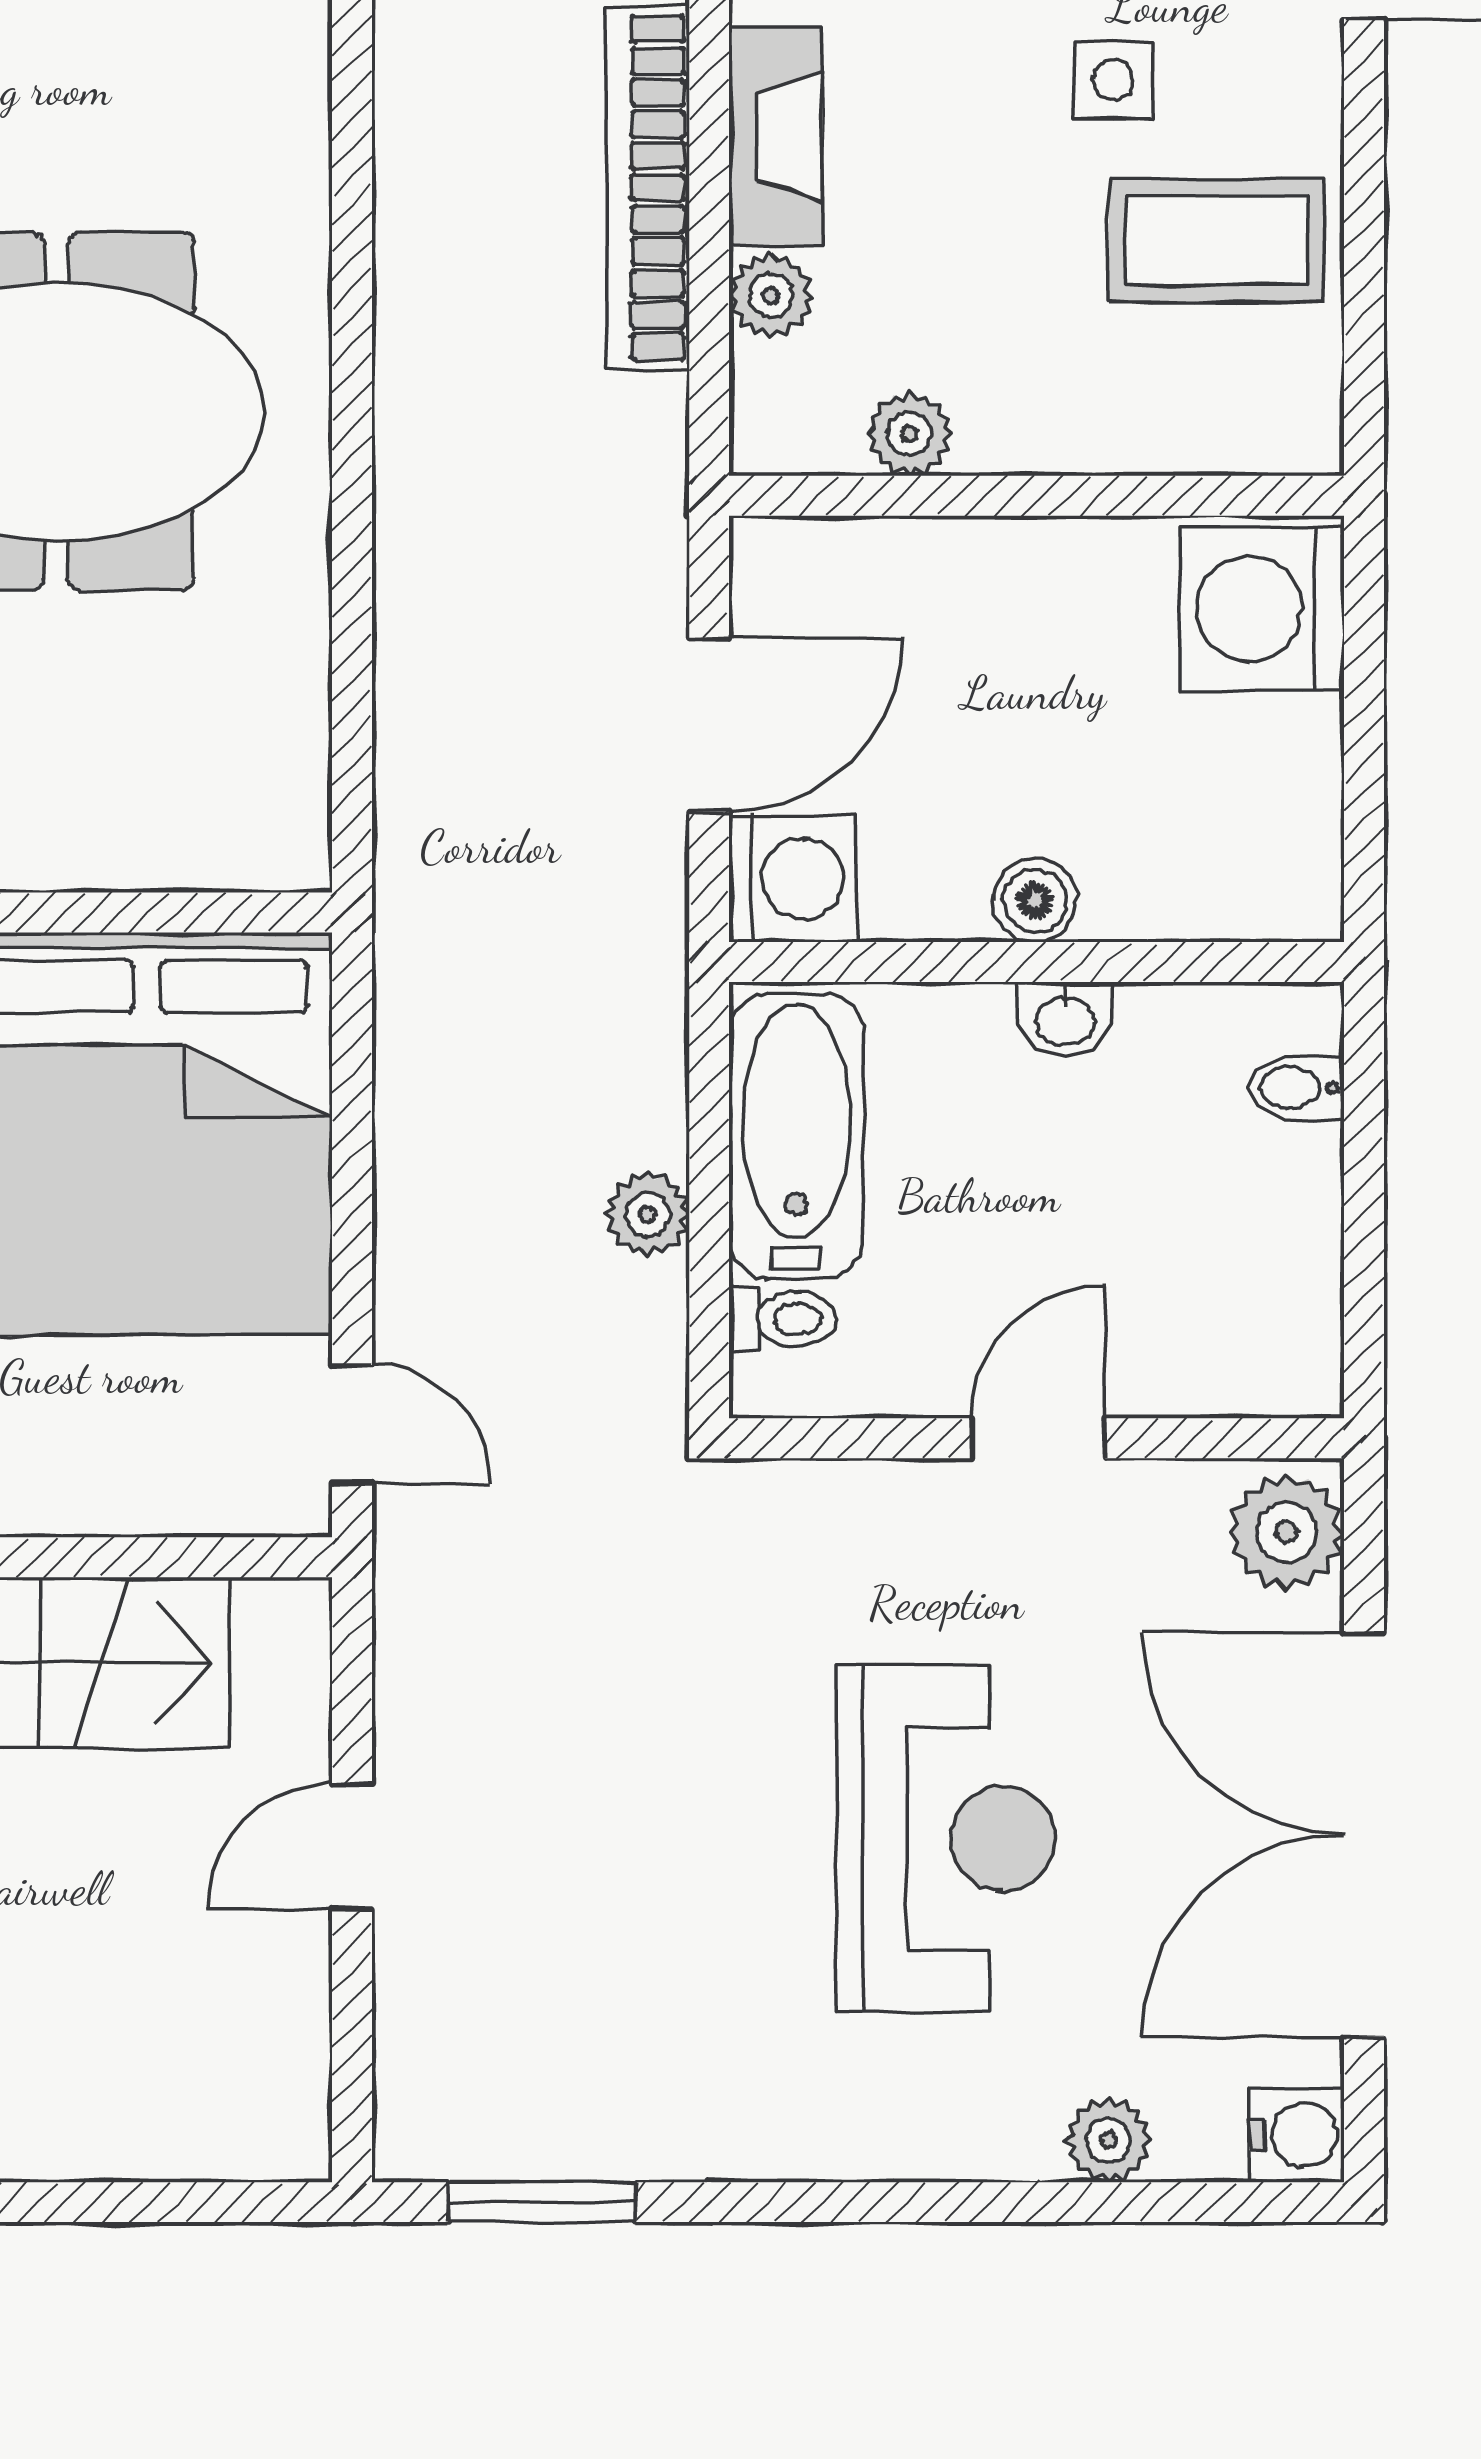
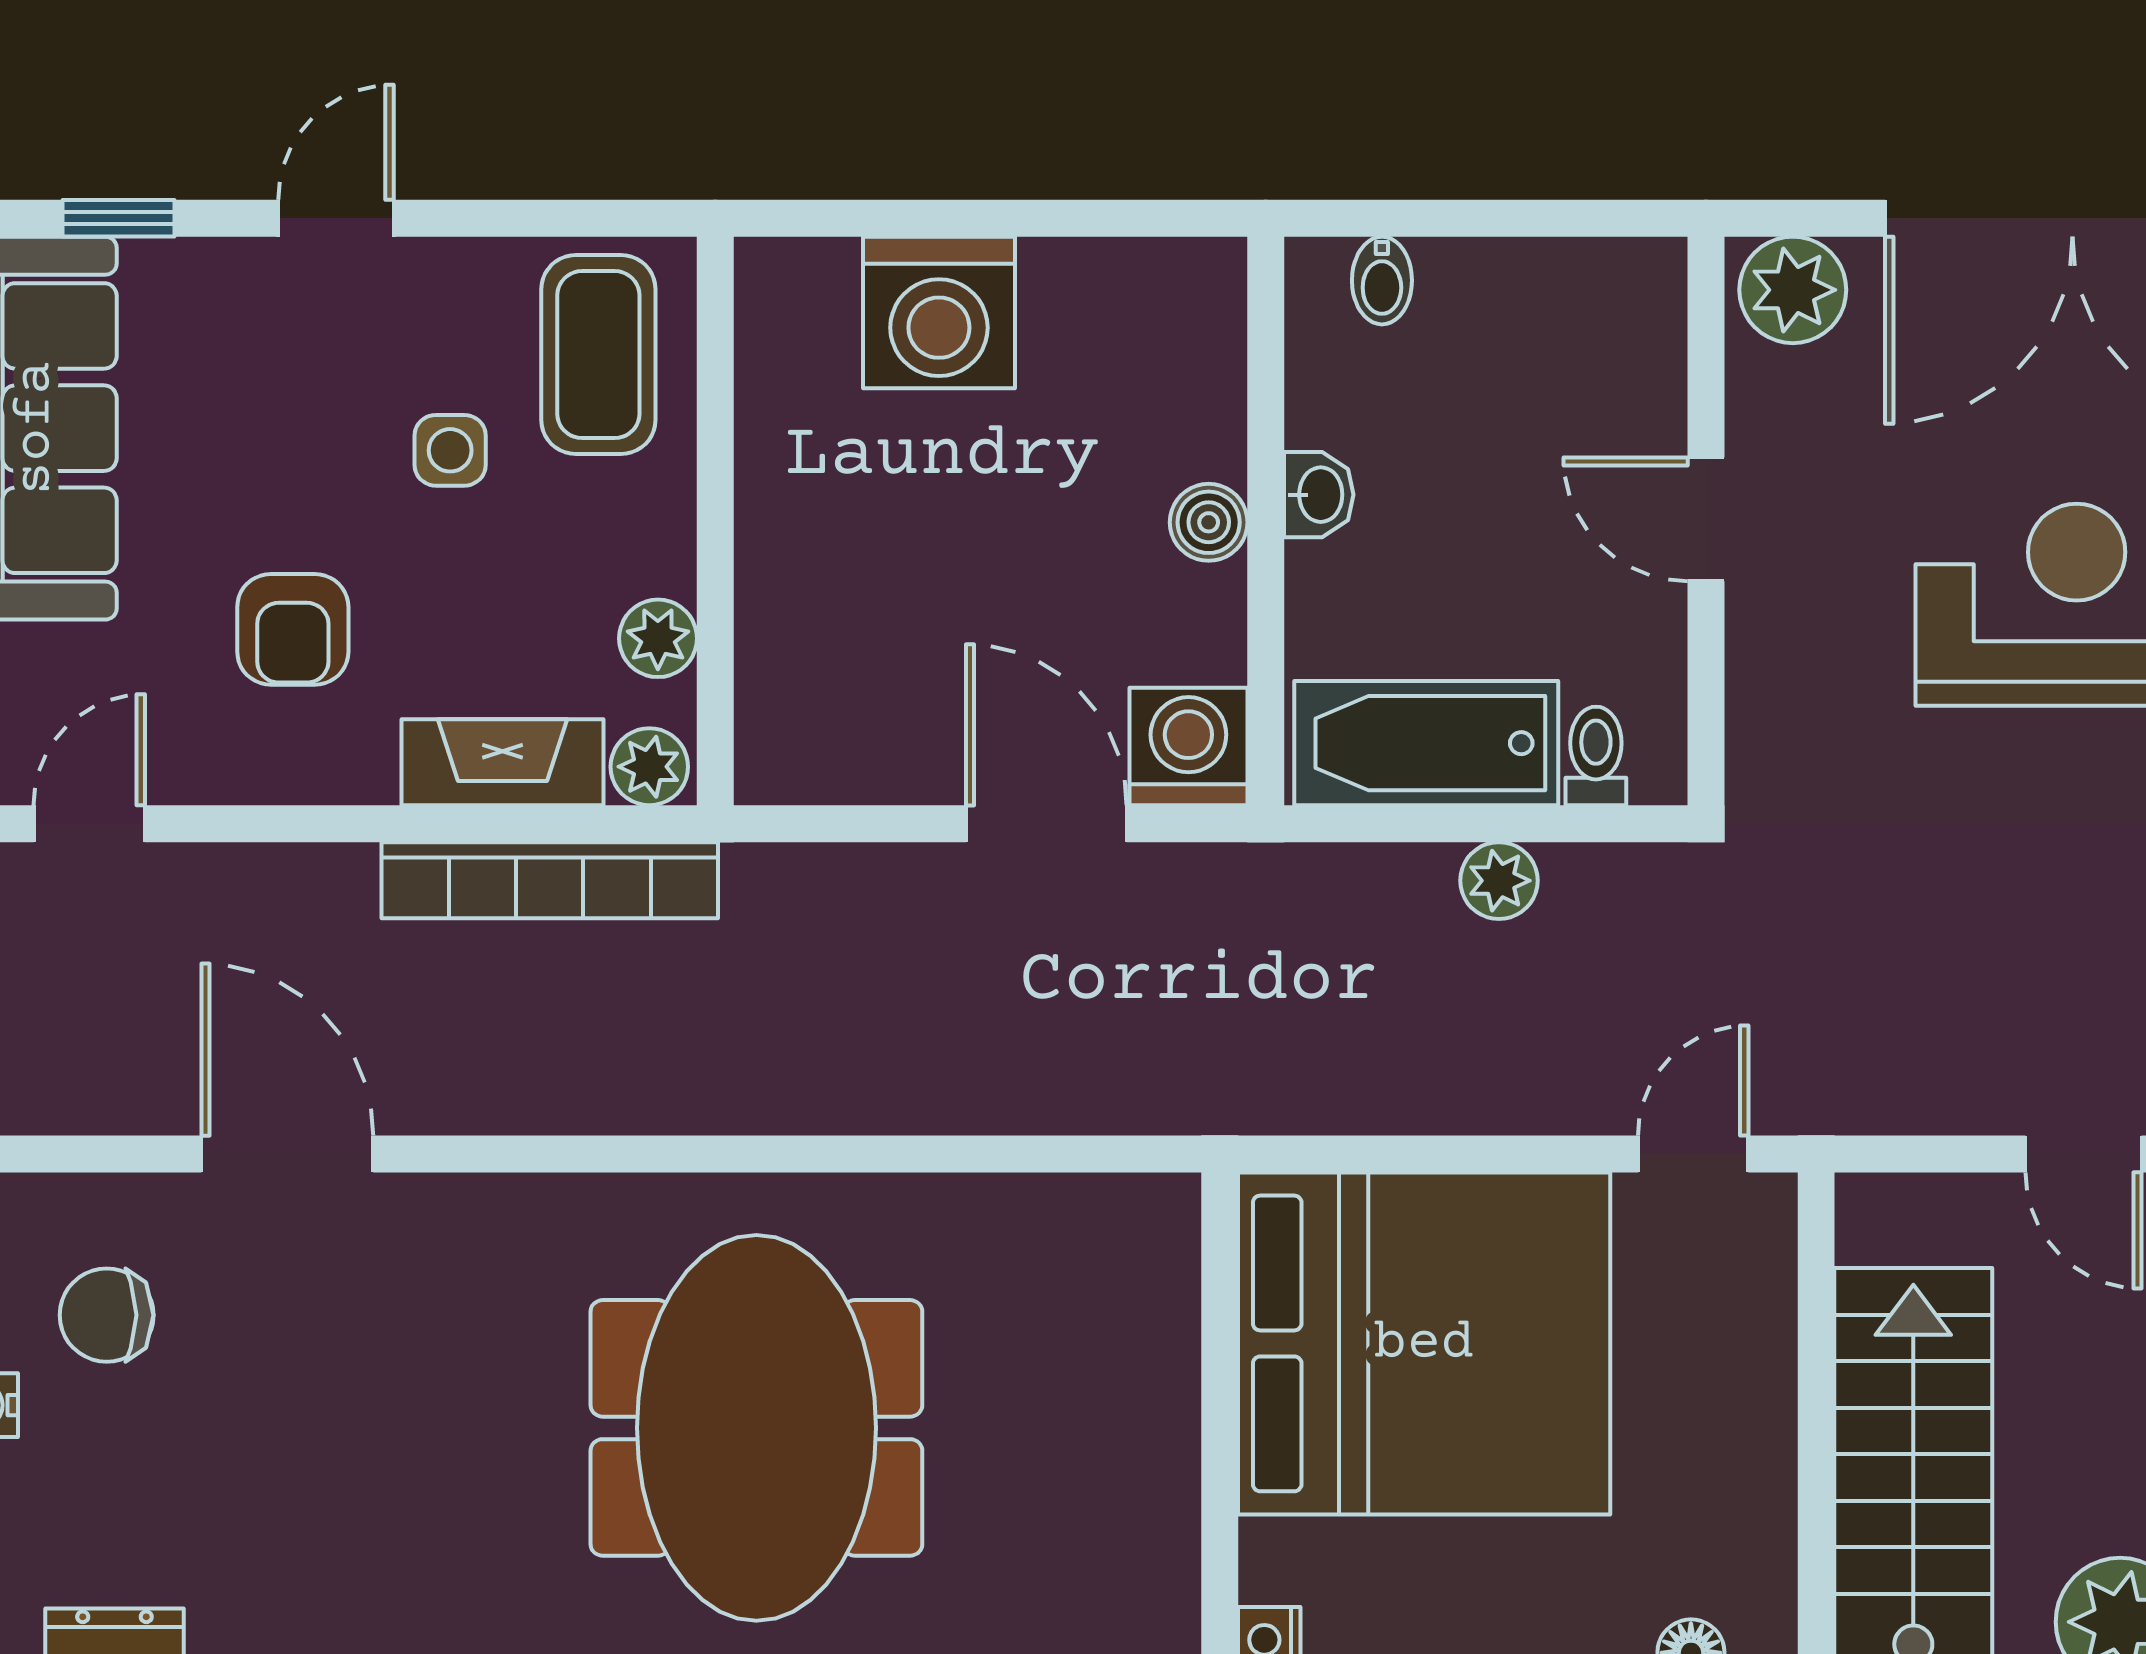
plant: (910, 434) -> (658, 638), moved
wall: (1037, 496) -> (715, 521), moved

